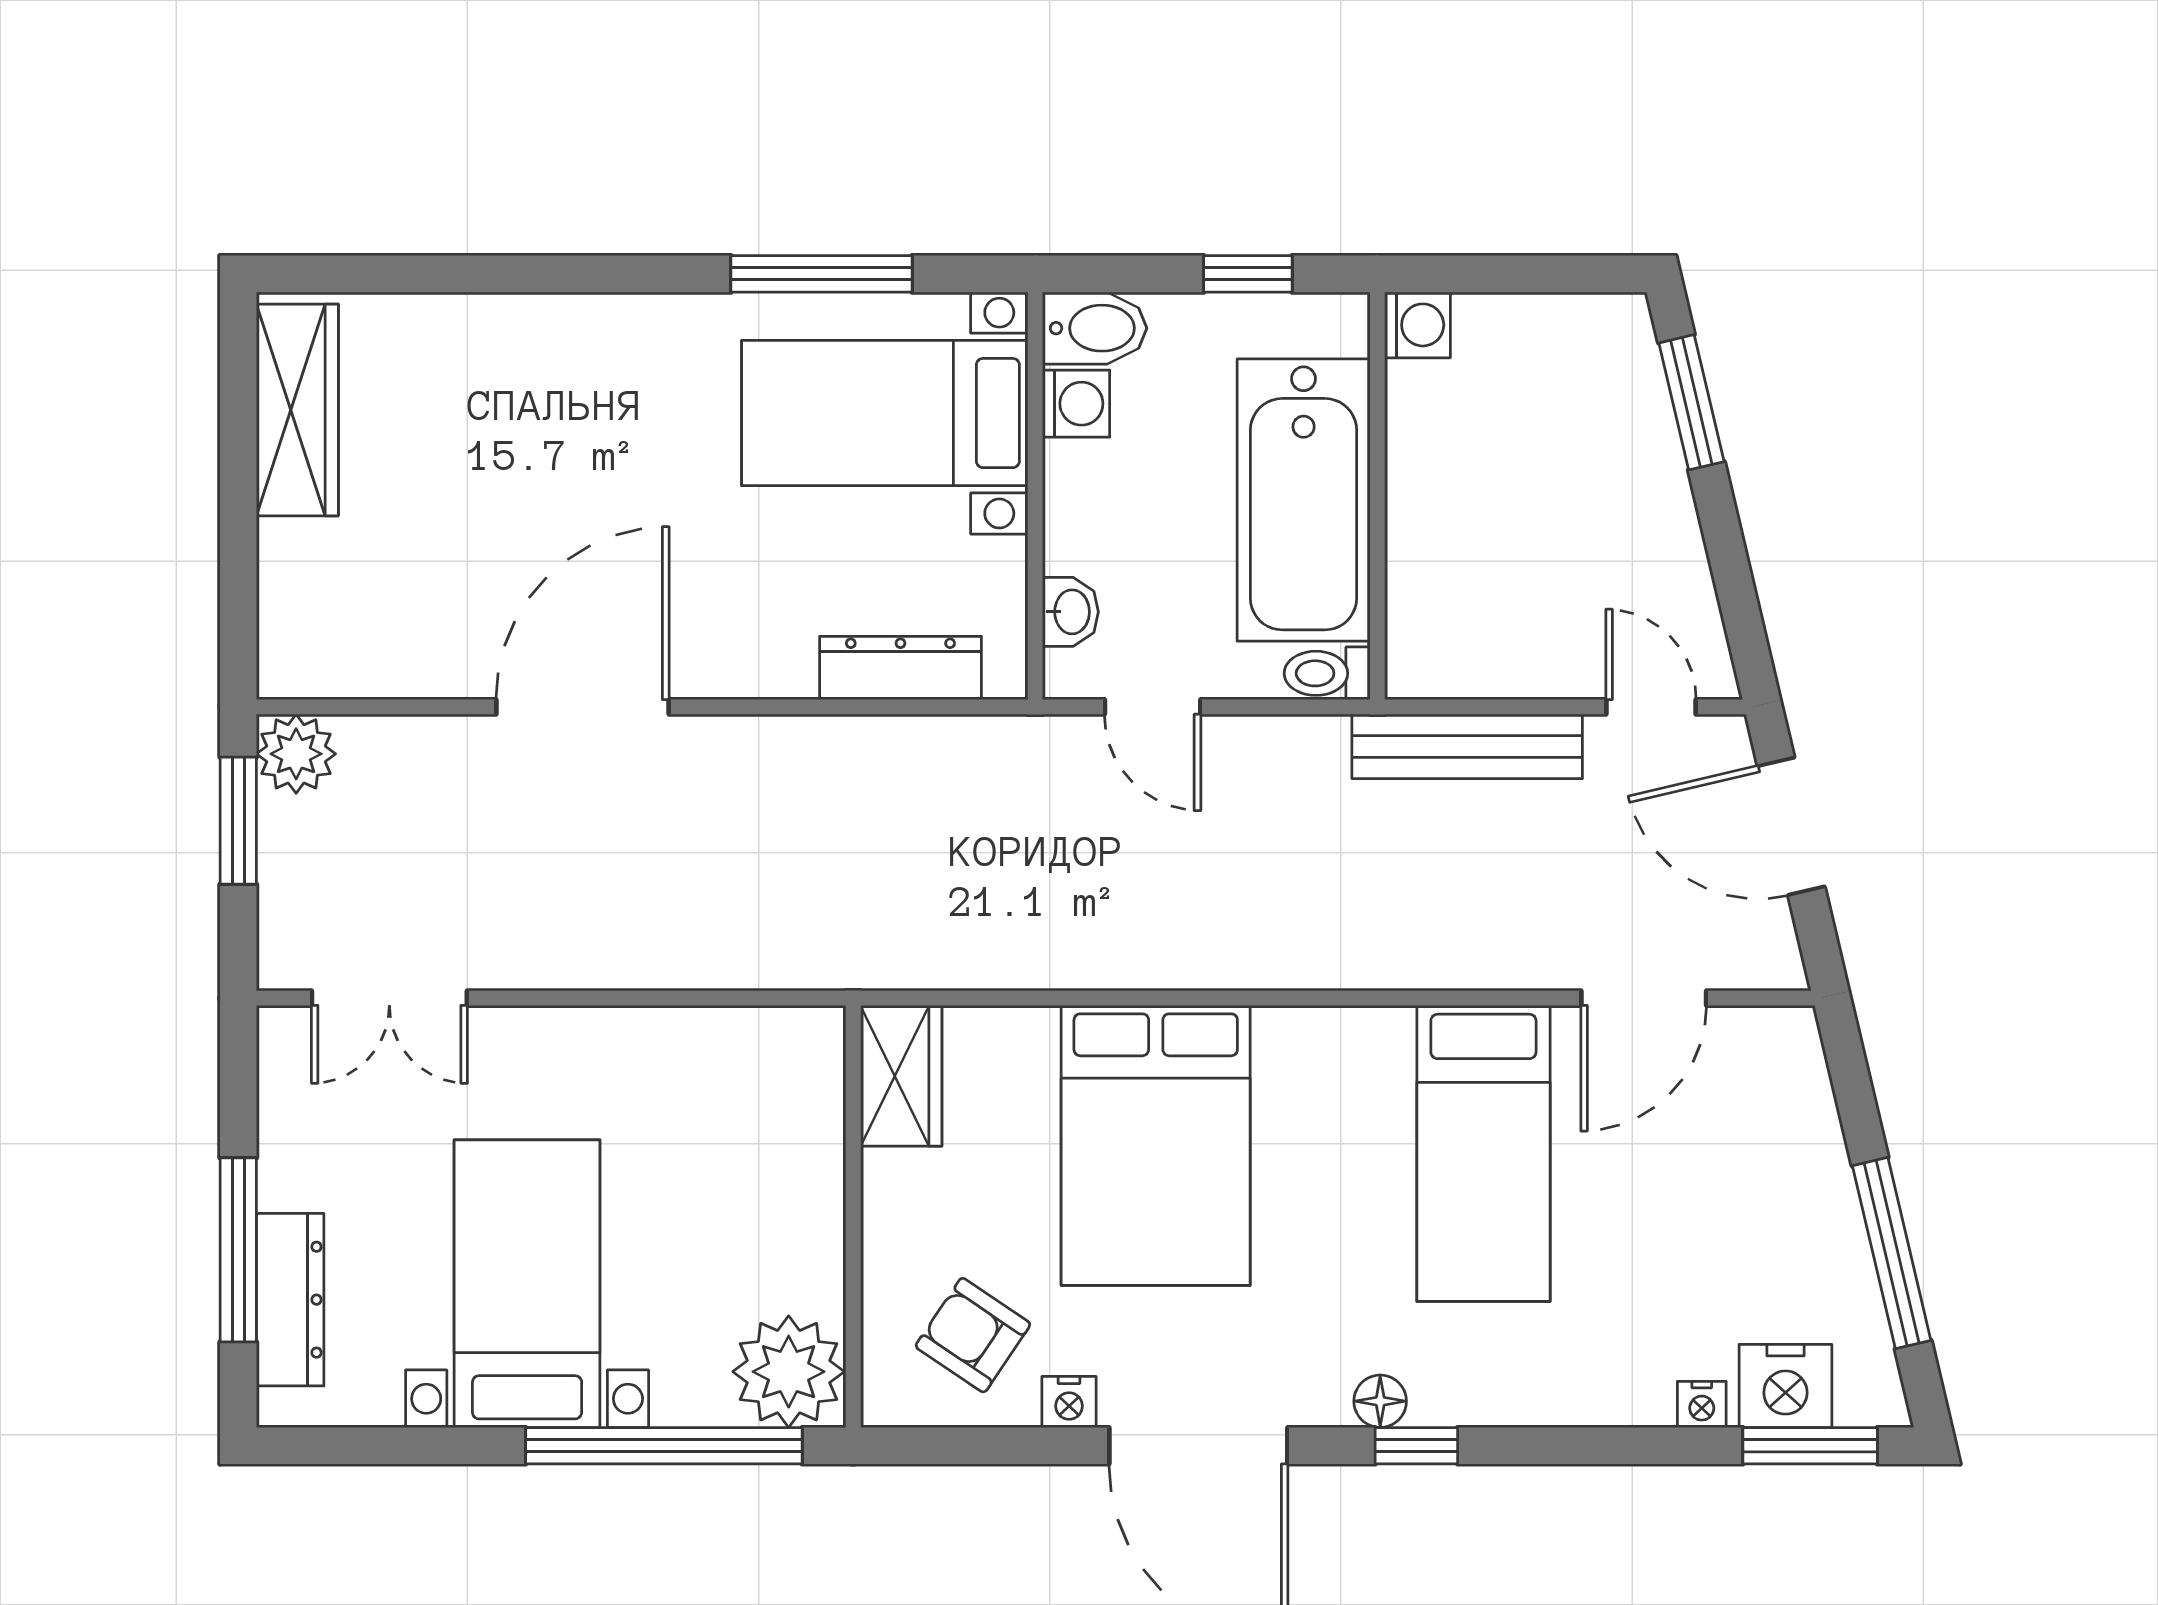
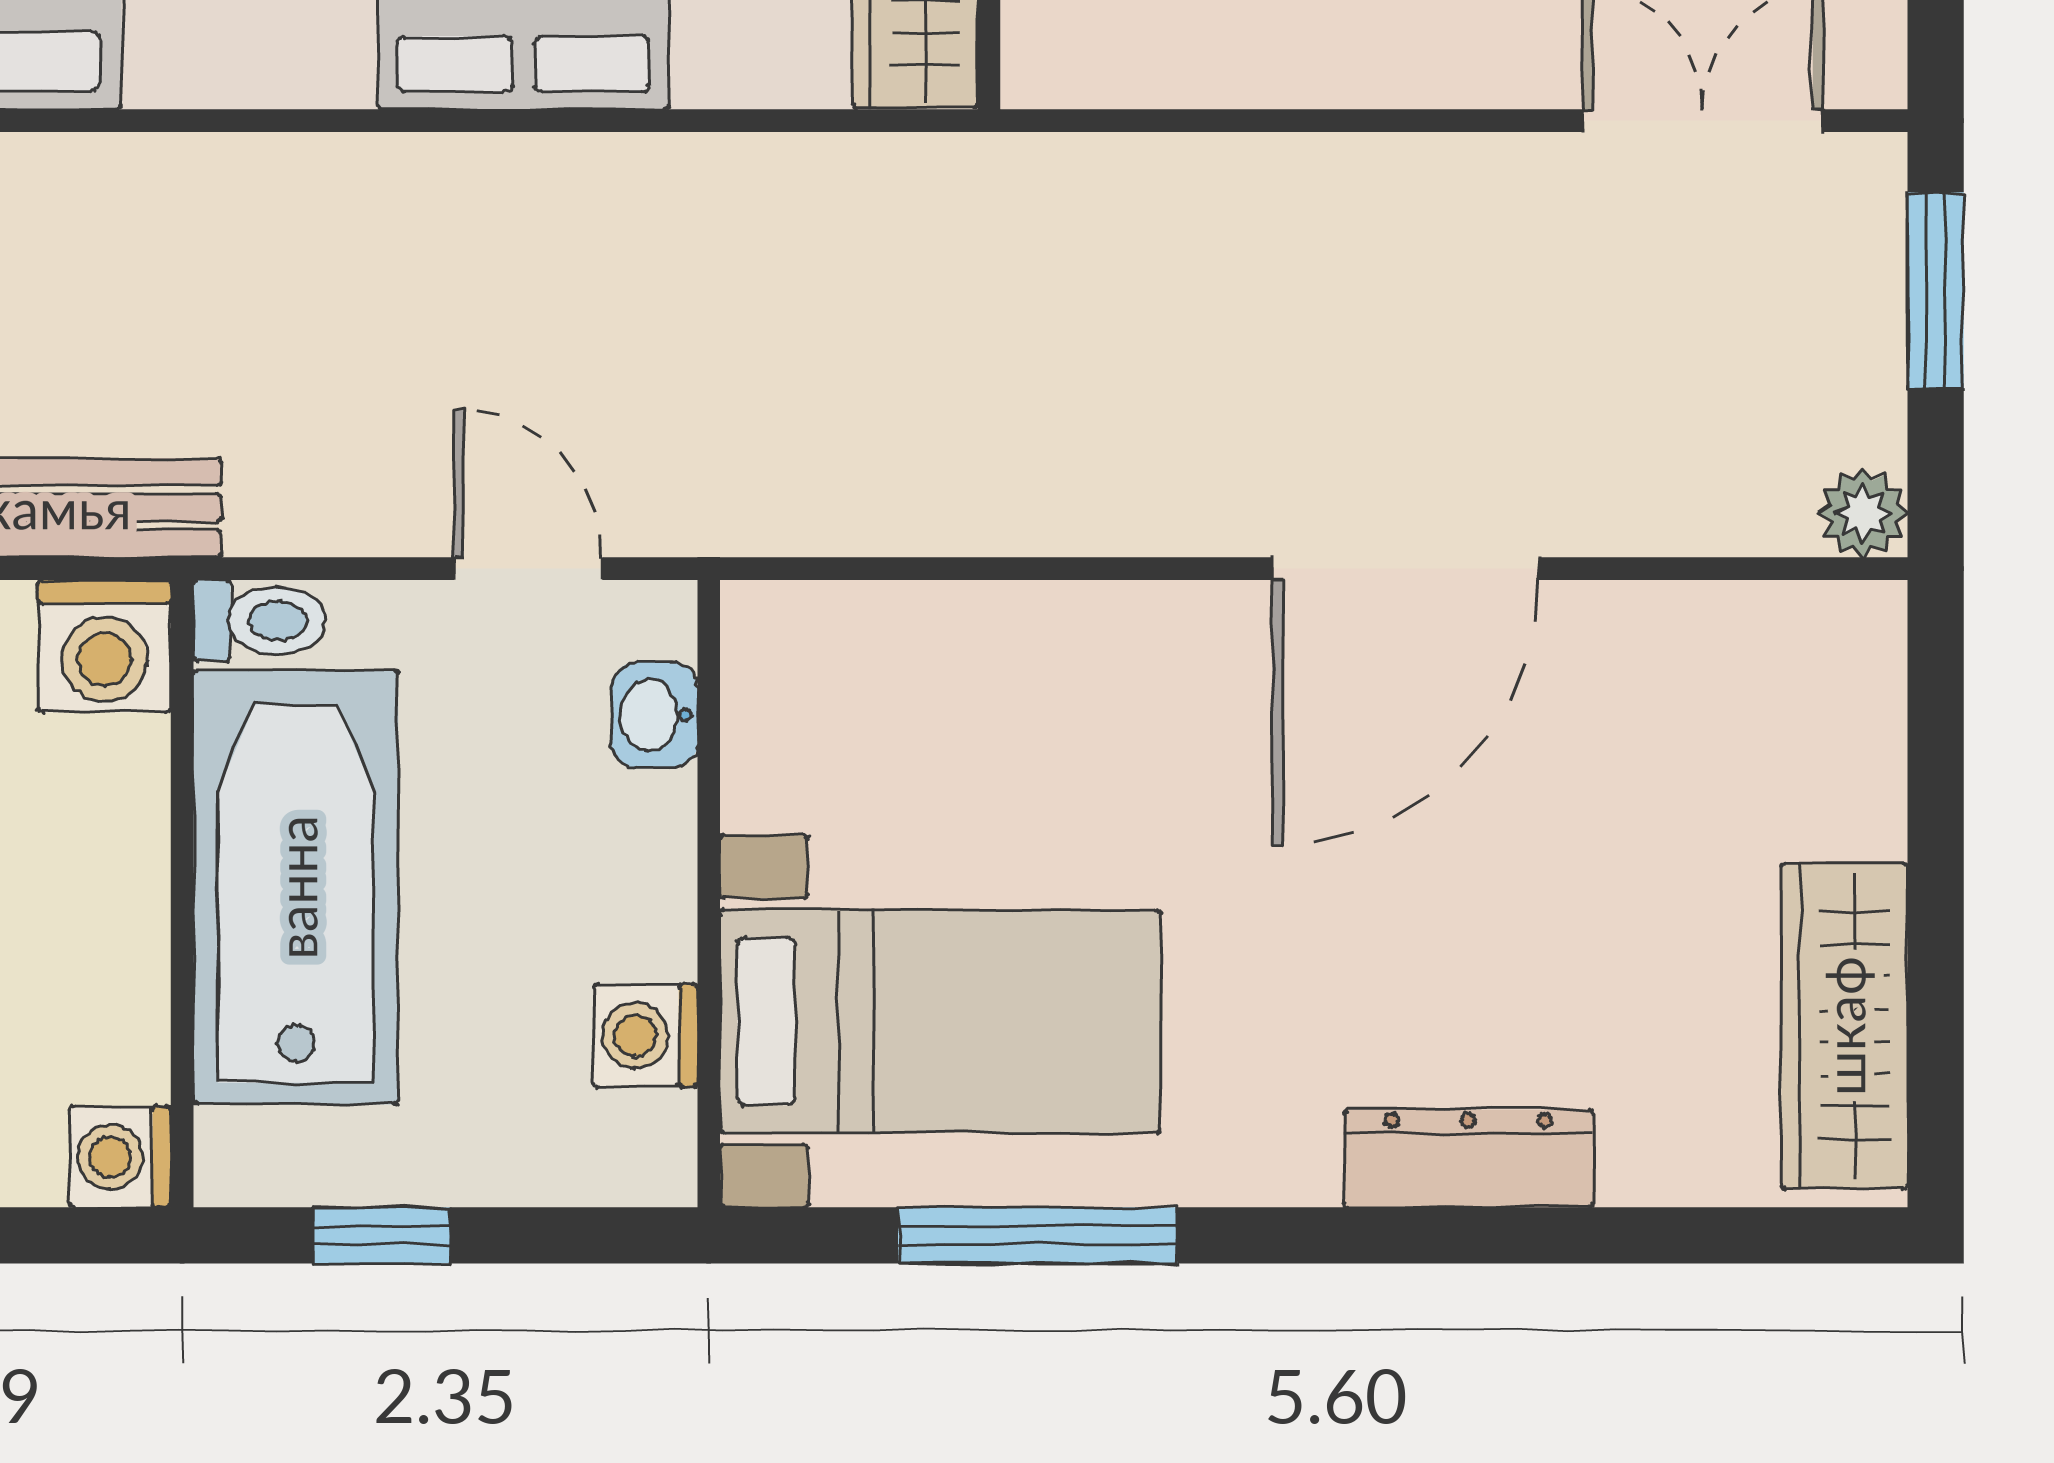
bidet: (1095, 328) -> (617, 1152), removed
washing machine: (1428, 657) -> (105, 646), added
dresser: (900, 668) -> (1468, 1159), moved, turned 180
plant: (296, 754) -> (1863, 513), width x0.73, depth x0.73
window: (238, 821) -> (1936, 290), moved

